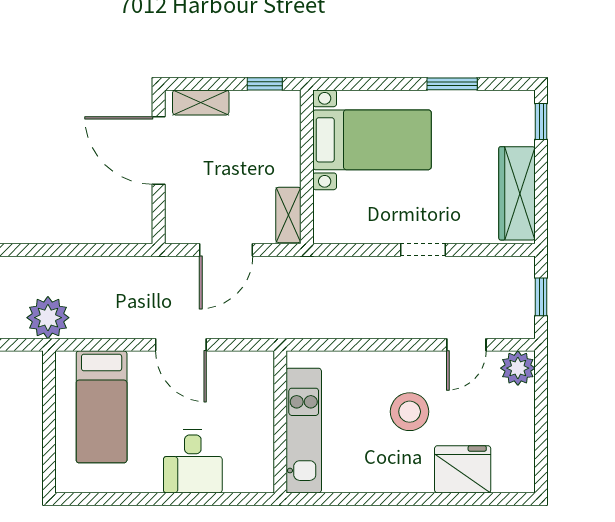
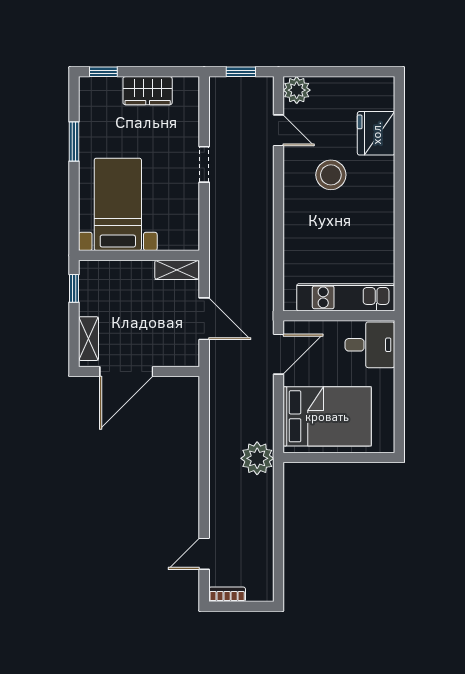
wardrobe: (517, 193) -> (148, 91), width x0.67
bed: (102, 407) -> (327, 416), width x1.50
wall: (280, 422) -> (339, 316), moved
kitchen unit: (304, 431) -> (346, 297), moved

